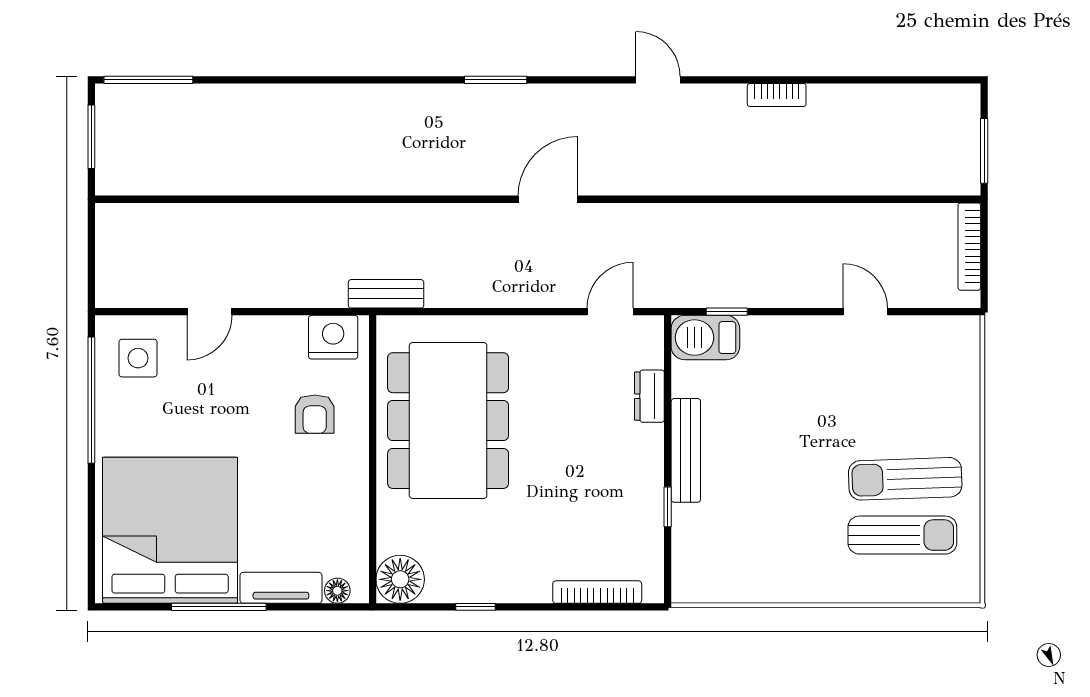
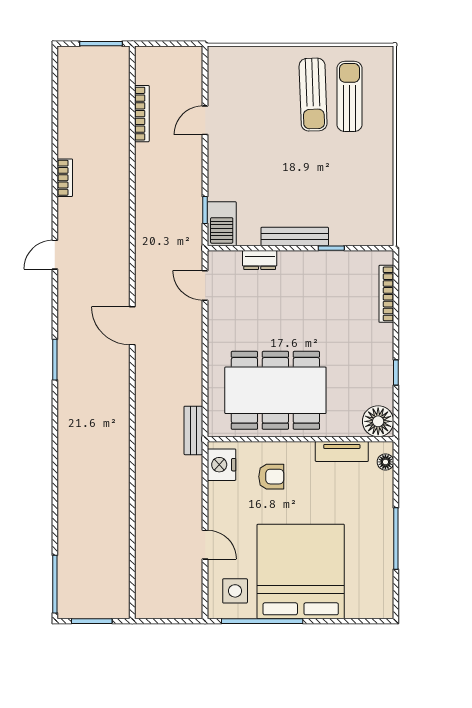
bookcase: (969, 247) -> (142, 114), moved, turned -90
bed: (170, 530) -> (301, 571), moved, turned 90
tv unit: (281, 588) -> (342, 452), moved, turned -90

